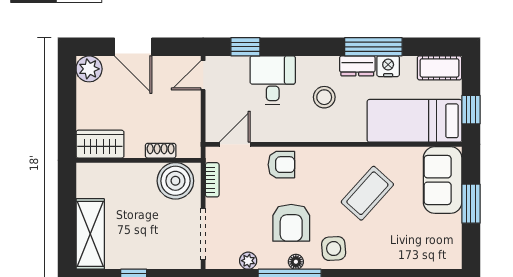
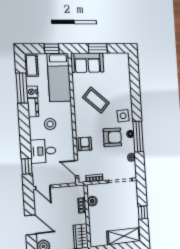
door: (133, 47) -> (30, 225), hinge flipped
window: (373, 47) -> (22, 88), moved
boiler: (175, 181) -> (92, 201), width x0.54, depth x0.54

